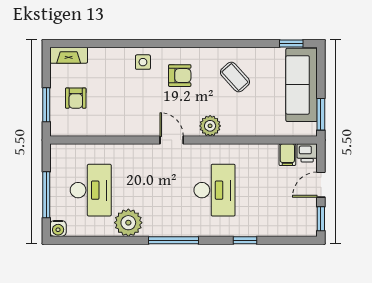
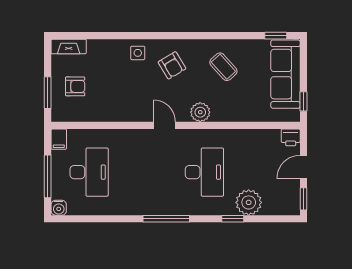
armchair: (180, 76) -> (172, 65), turned 59
armchair: (76, 98) -> (75, 86), turned -90
window: (321, 114) -> (303, 101), width x0.67
filing cabinet: (287, 155) -> (59, 139), moved
plant: (128, 223) -> (249, 202), moved

